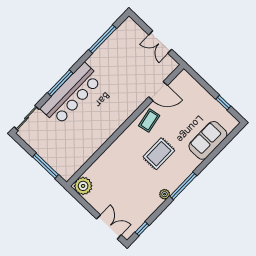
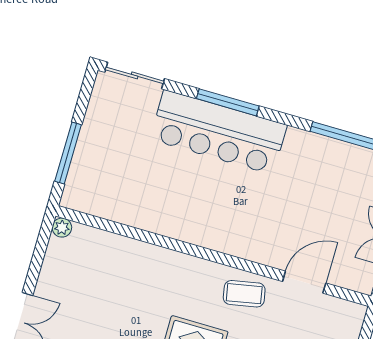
door: (158, 91) -> (304, 282), swing flipped
plant: (83, 186) -> (62, 228), width x0.53, depth x0.53

